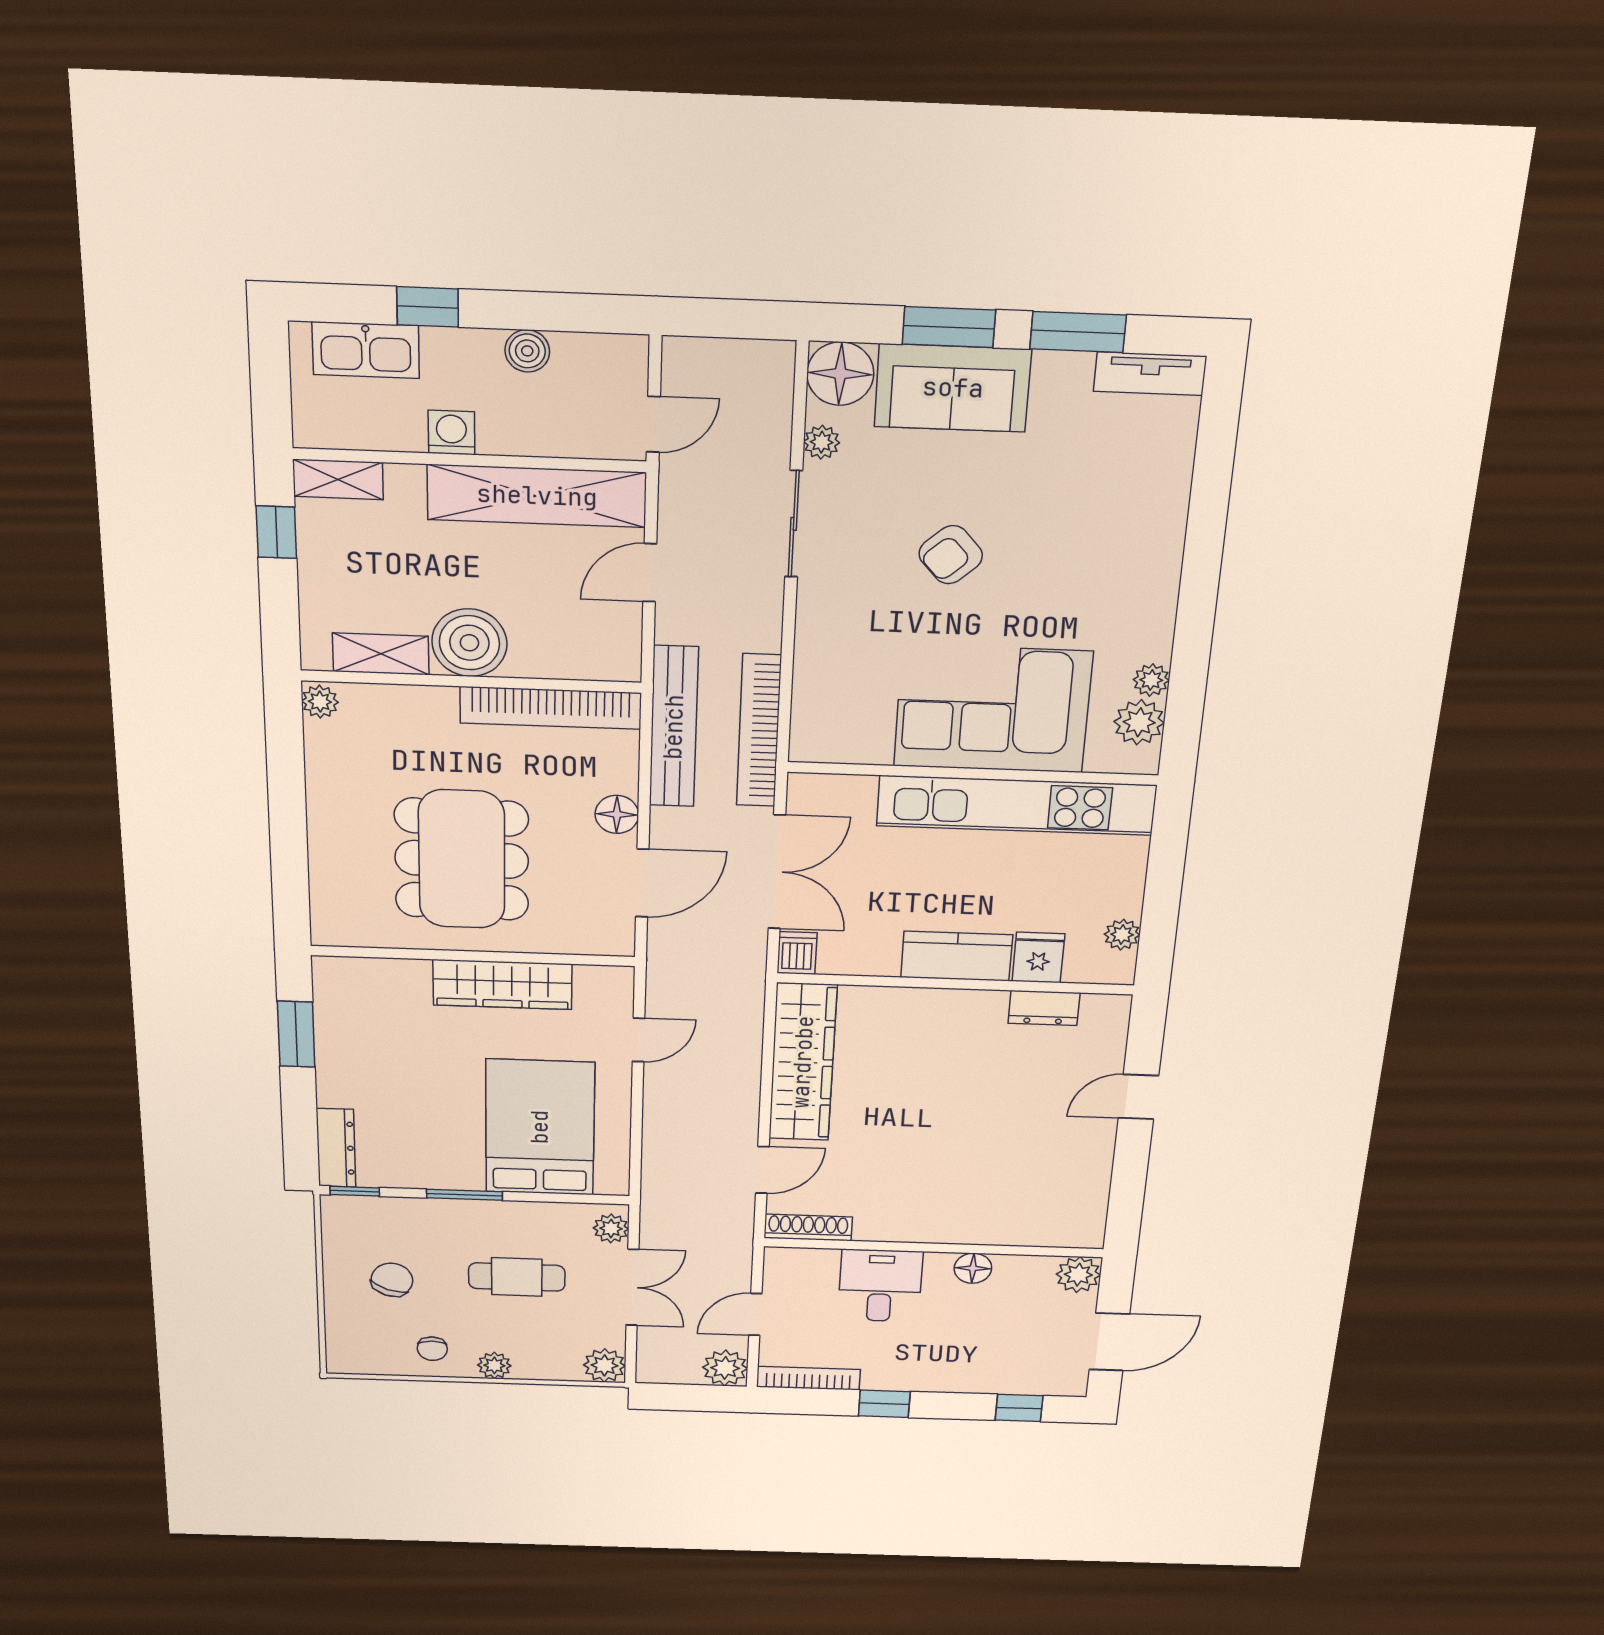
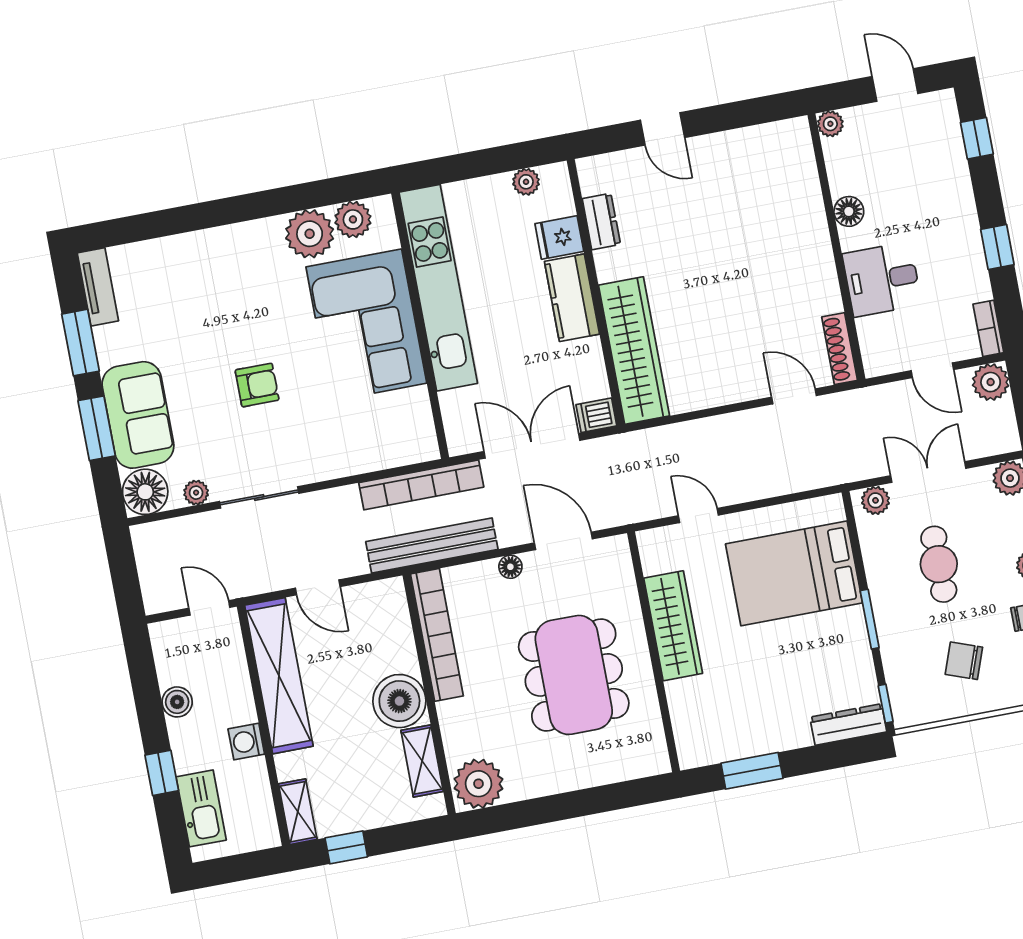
armchair: (951, 555) -> (257, 385), turned -48
plant: (1151, 680) -> (310, 234), width x1.88, depth x1.88
plant: (320, 702) -> (478, 784), width x1.88, depth x1.88
floor lamp: (617, 814) -> (510, 567), width x0.73, depth x0.73
dining table: (462, 859) -> (574, 675), turned 90
wardrobe: (803, 1062) -> (634, 350), moved, turned 90
plant: (1078, 1275) -> (830, 124), width x0.73, depth x0.73
door: (1109, 1342) -> (895, 85), width x0.73
bookcase: (808, 1378) -> (988, 328), width x0.64

